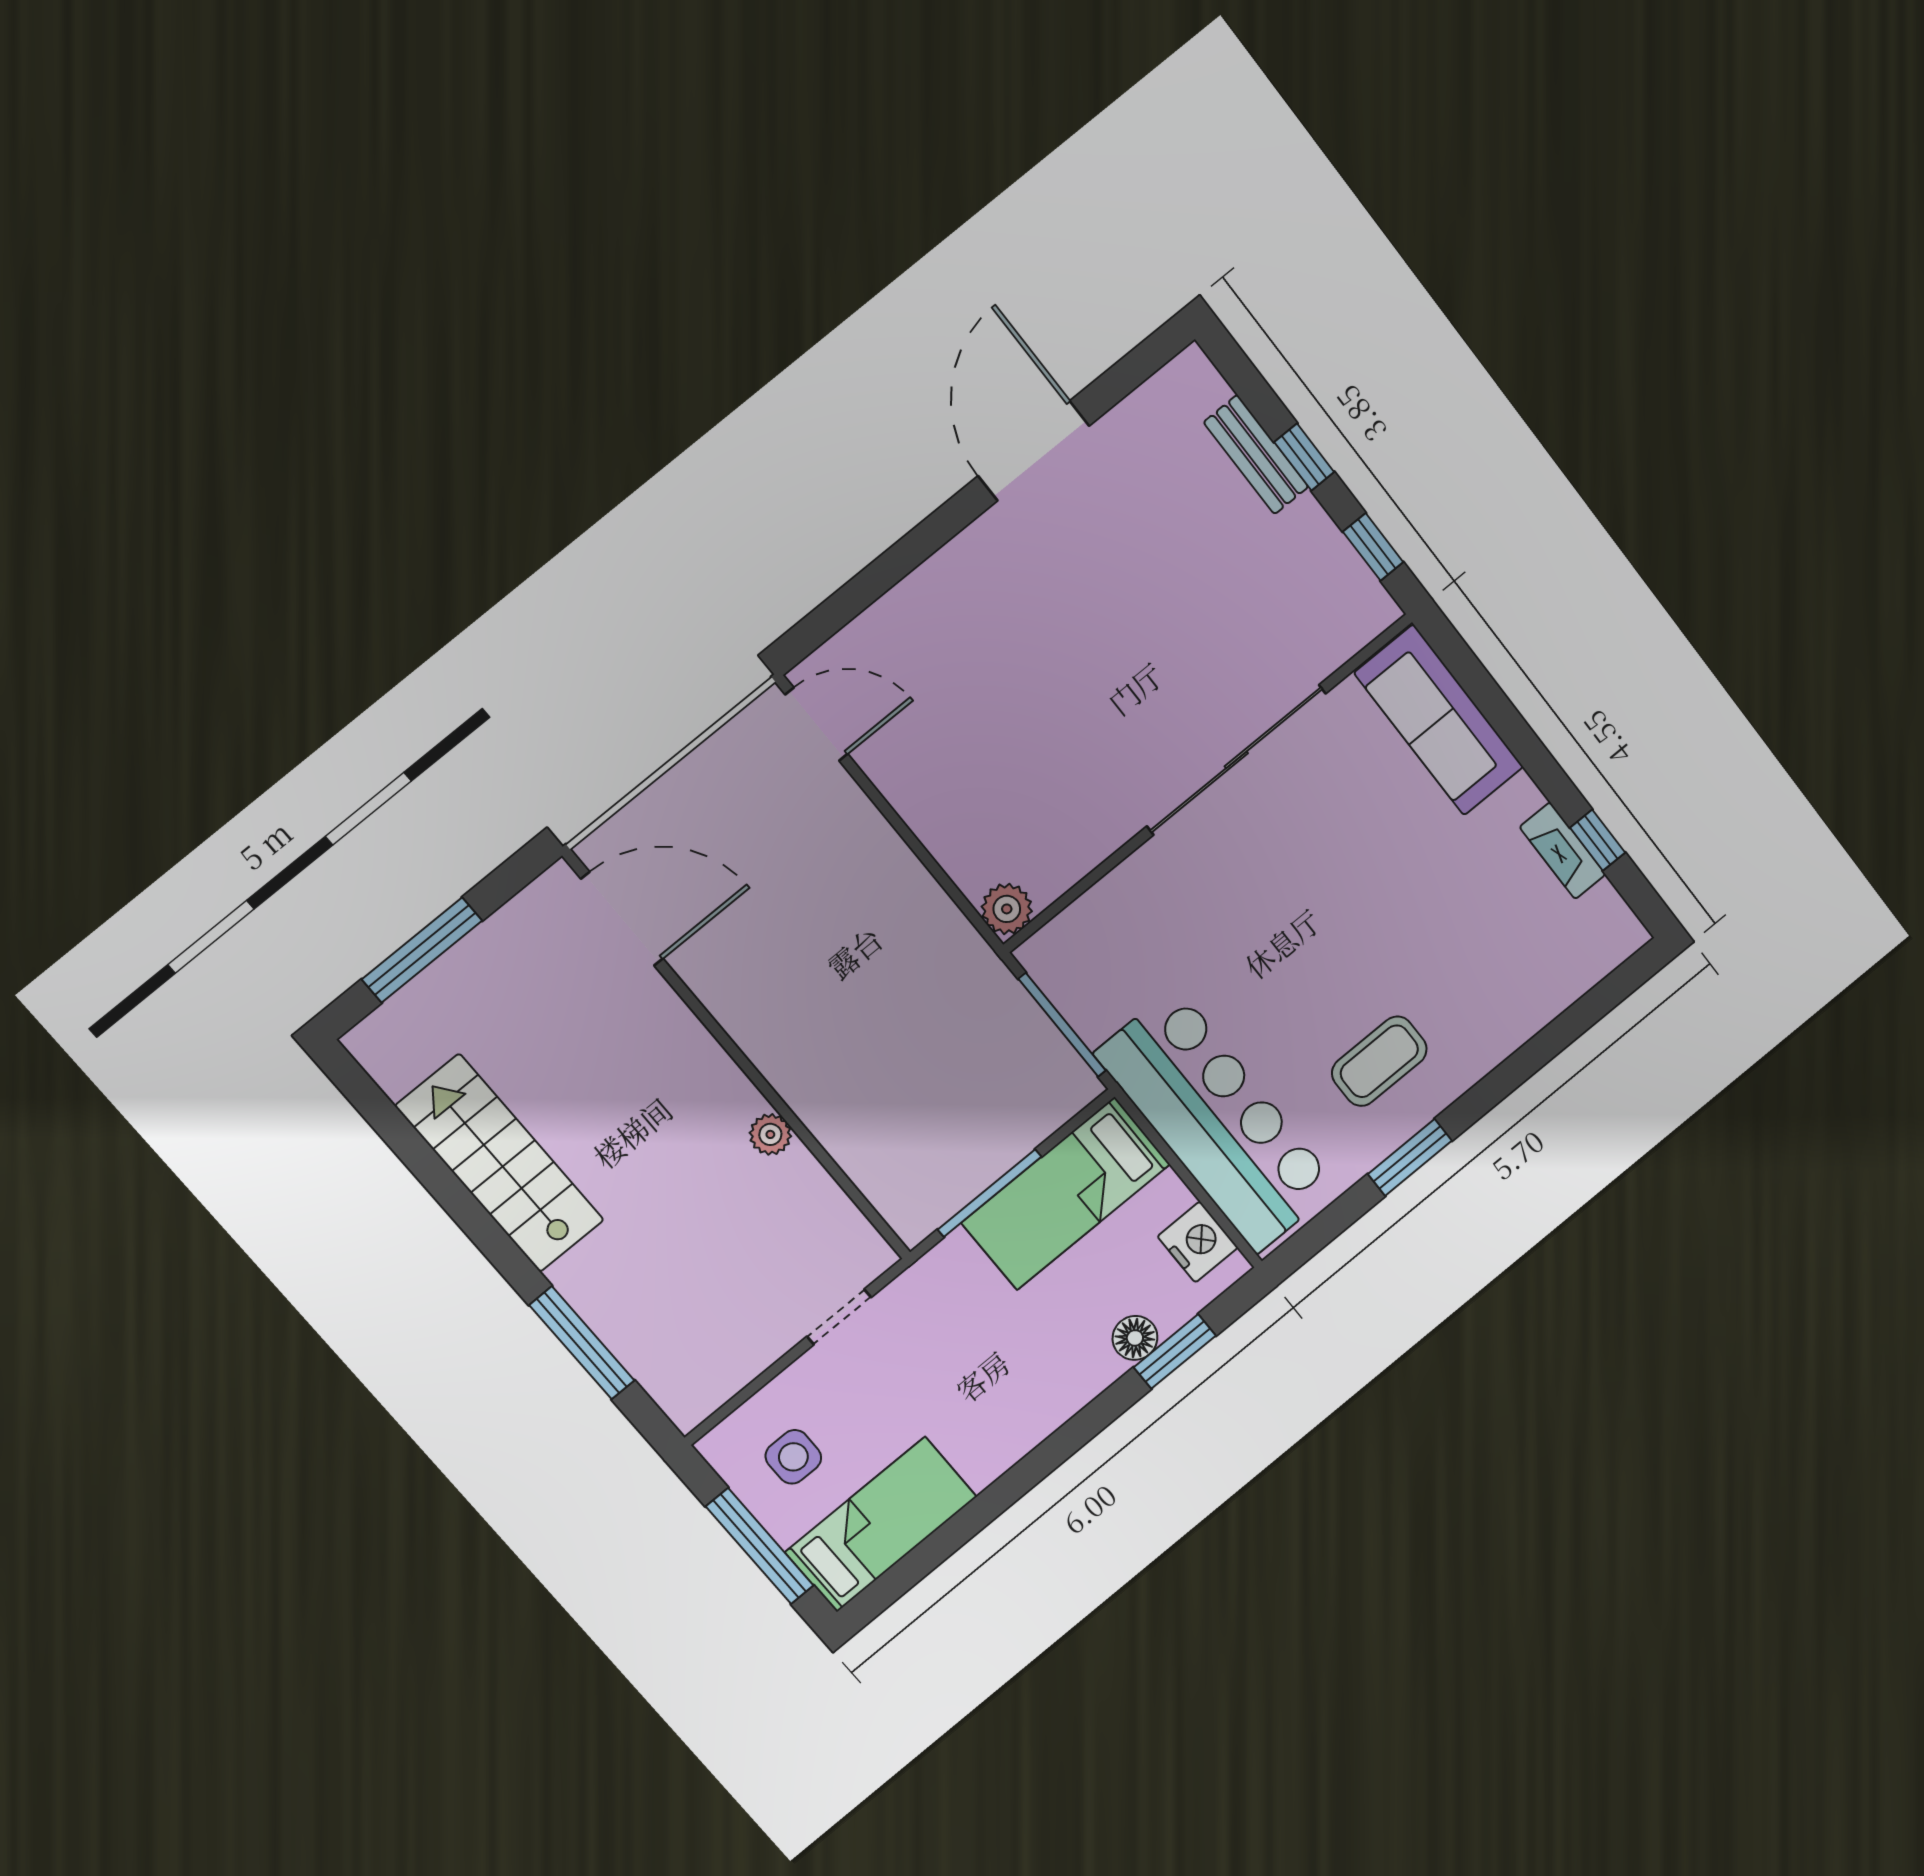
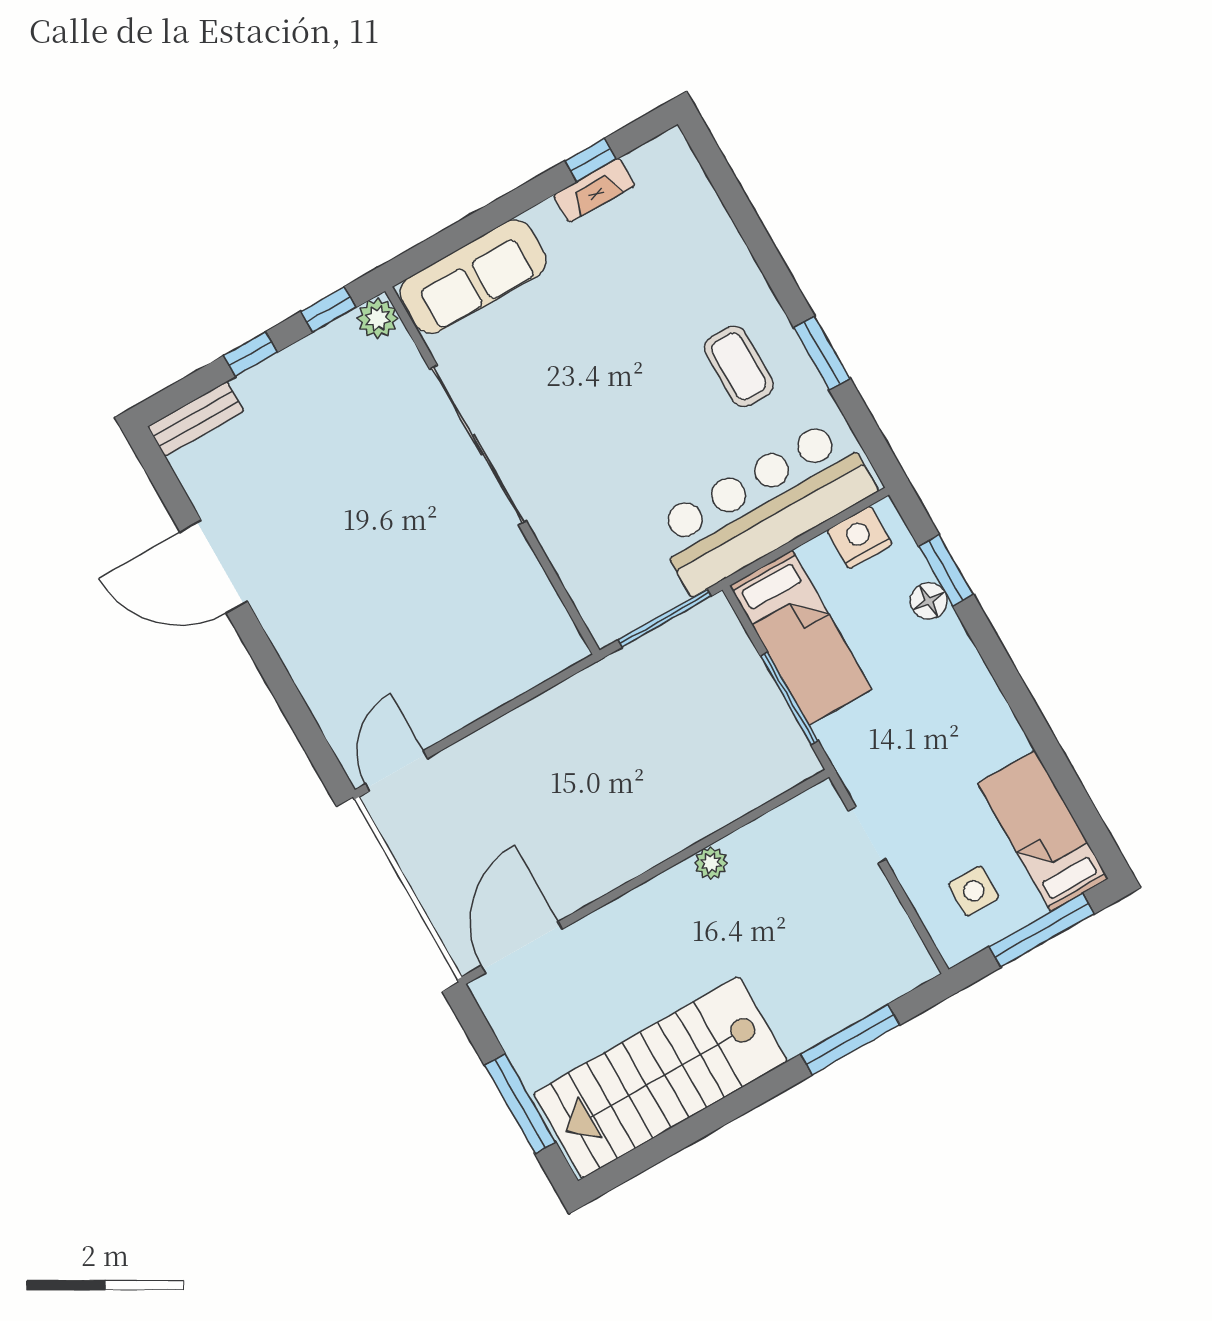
bench: (1256, 455) -> (196, 419), moved
plant: (1007, 909) -> (378, 318), moved
stairs: (500, 1163) -> (660, 1077), width x1.36, depth x1.51

